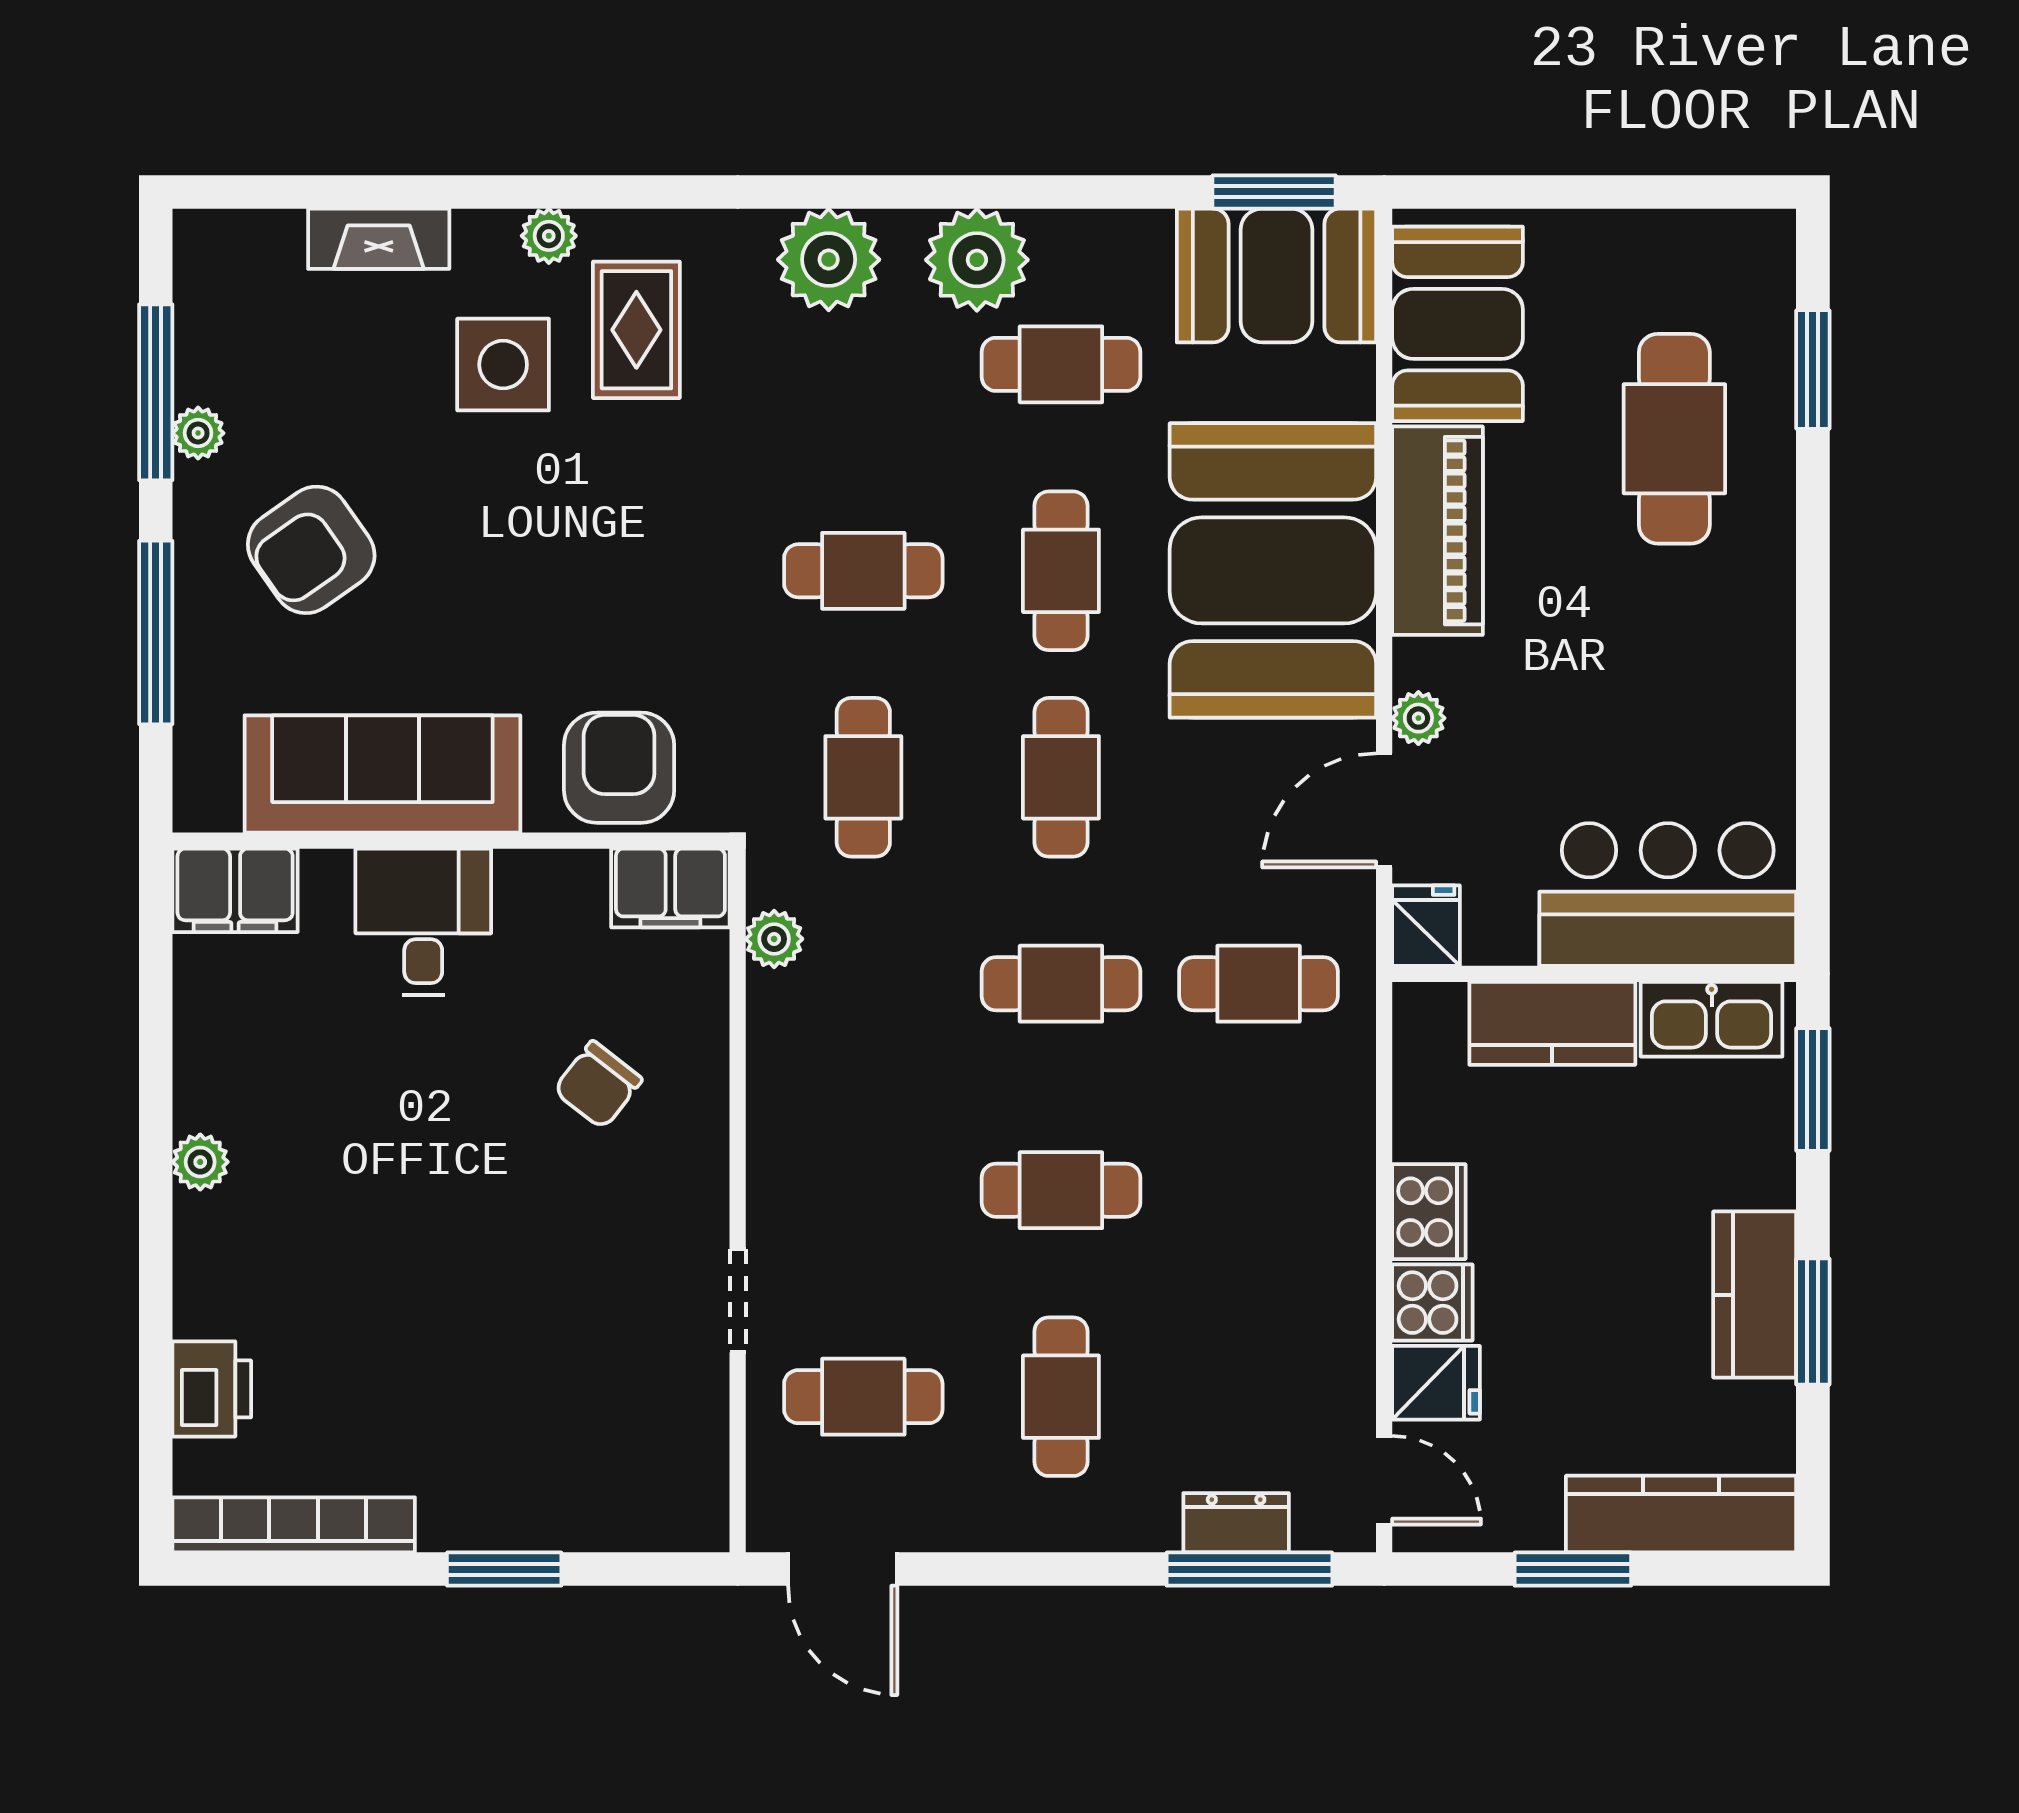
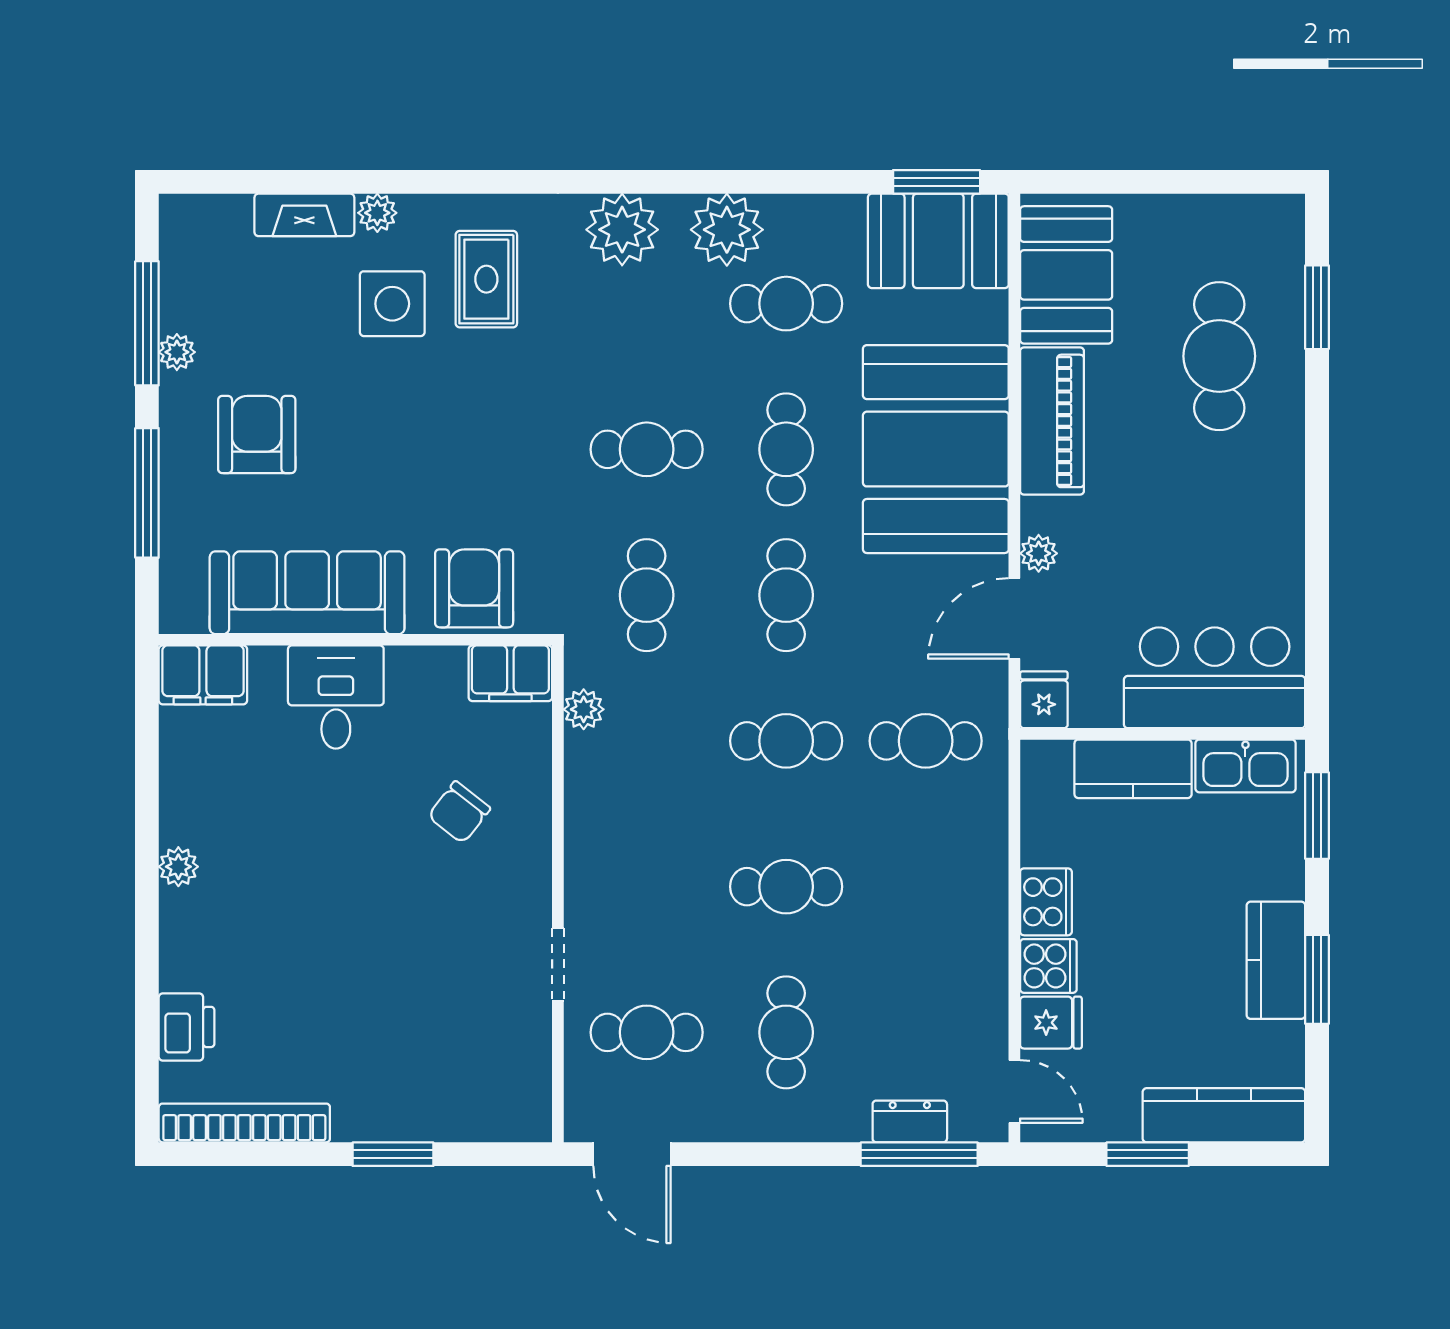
plant: (549, 236) -> (377, 213), moved
armchair: (311, 550) -> (257, 435), turned 125

